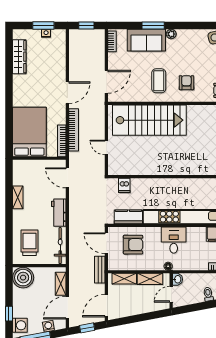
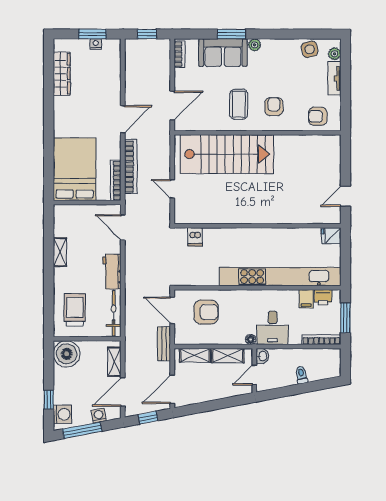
kitchen counter: (128, 217) -> (200, 277), removed
desk: (174, 240) -> (273, 328), moved, turned 180

